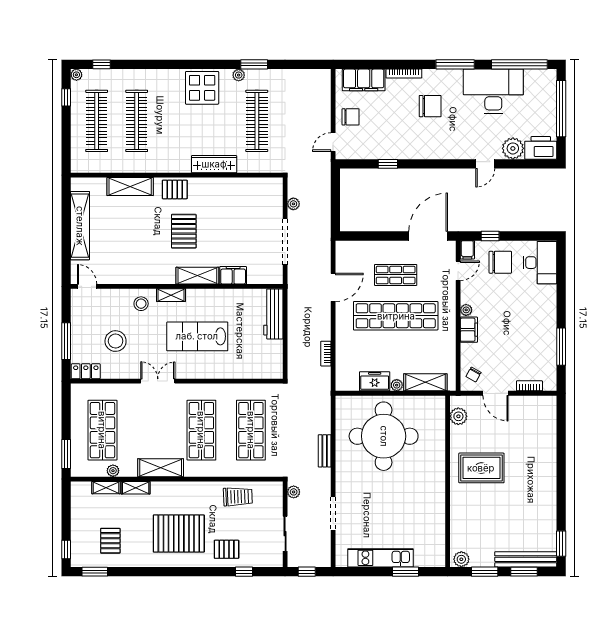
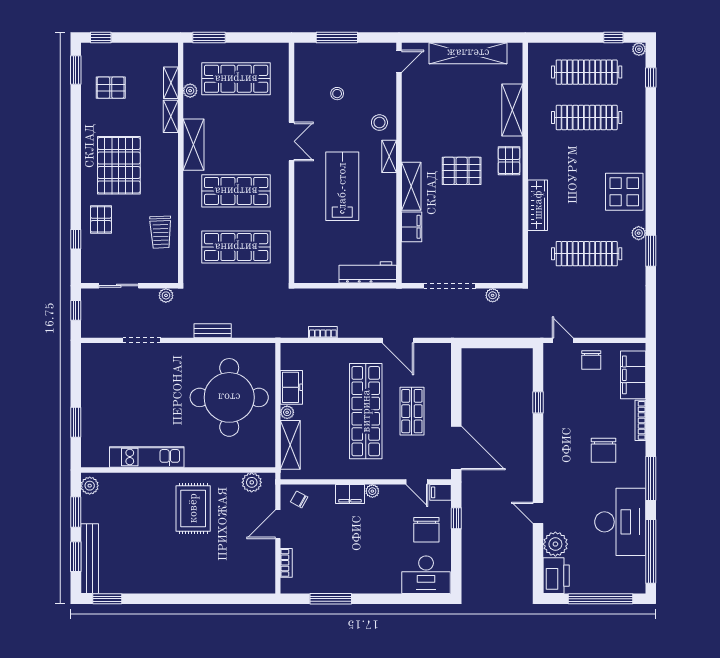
stool: (116, 341) -> (337, 94), width x0.53, depth x0.53
locker: (86, 371) -> (303, 60), removed
kitchen unit: (380, 558) -> (147, 457), moved, turned -90

